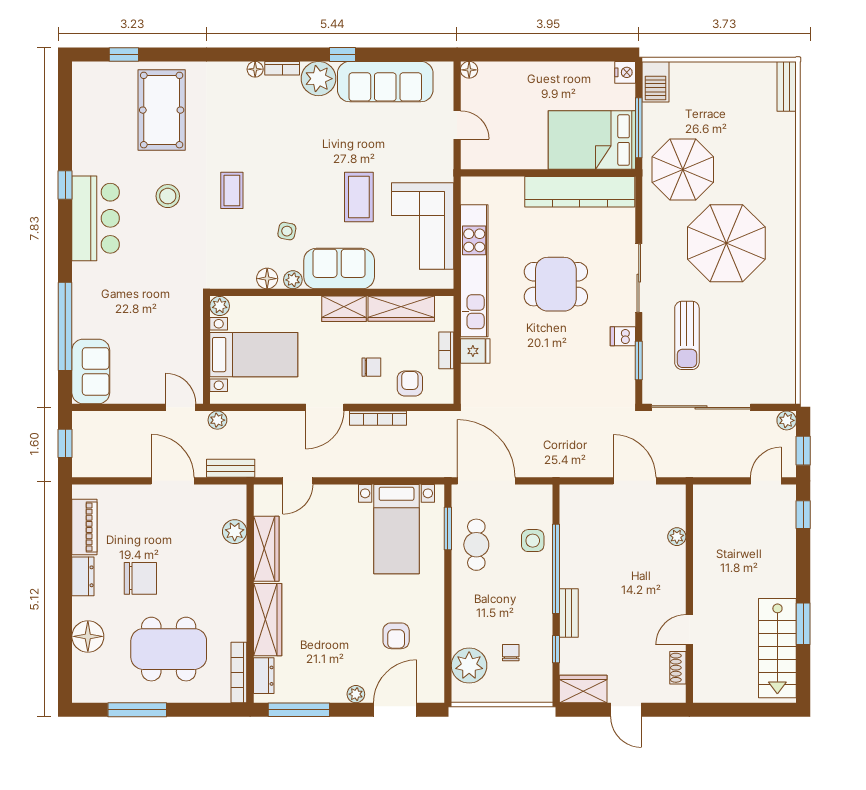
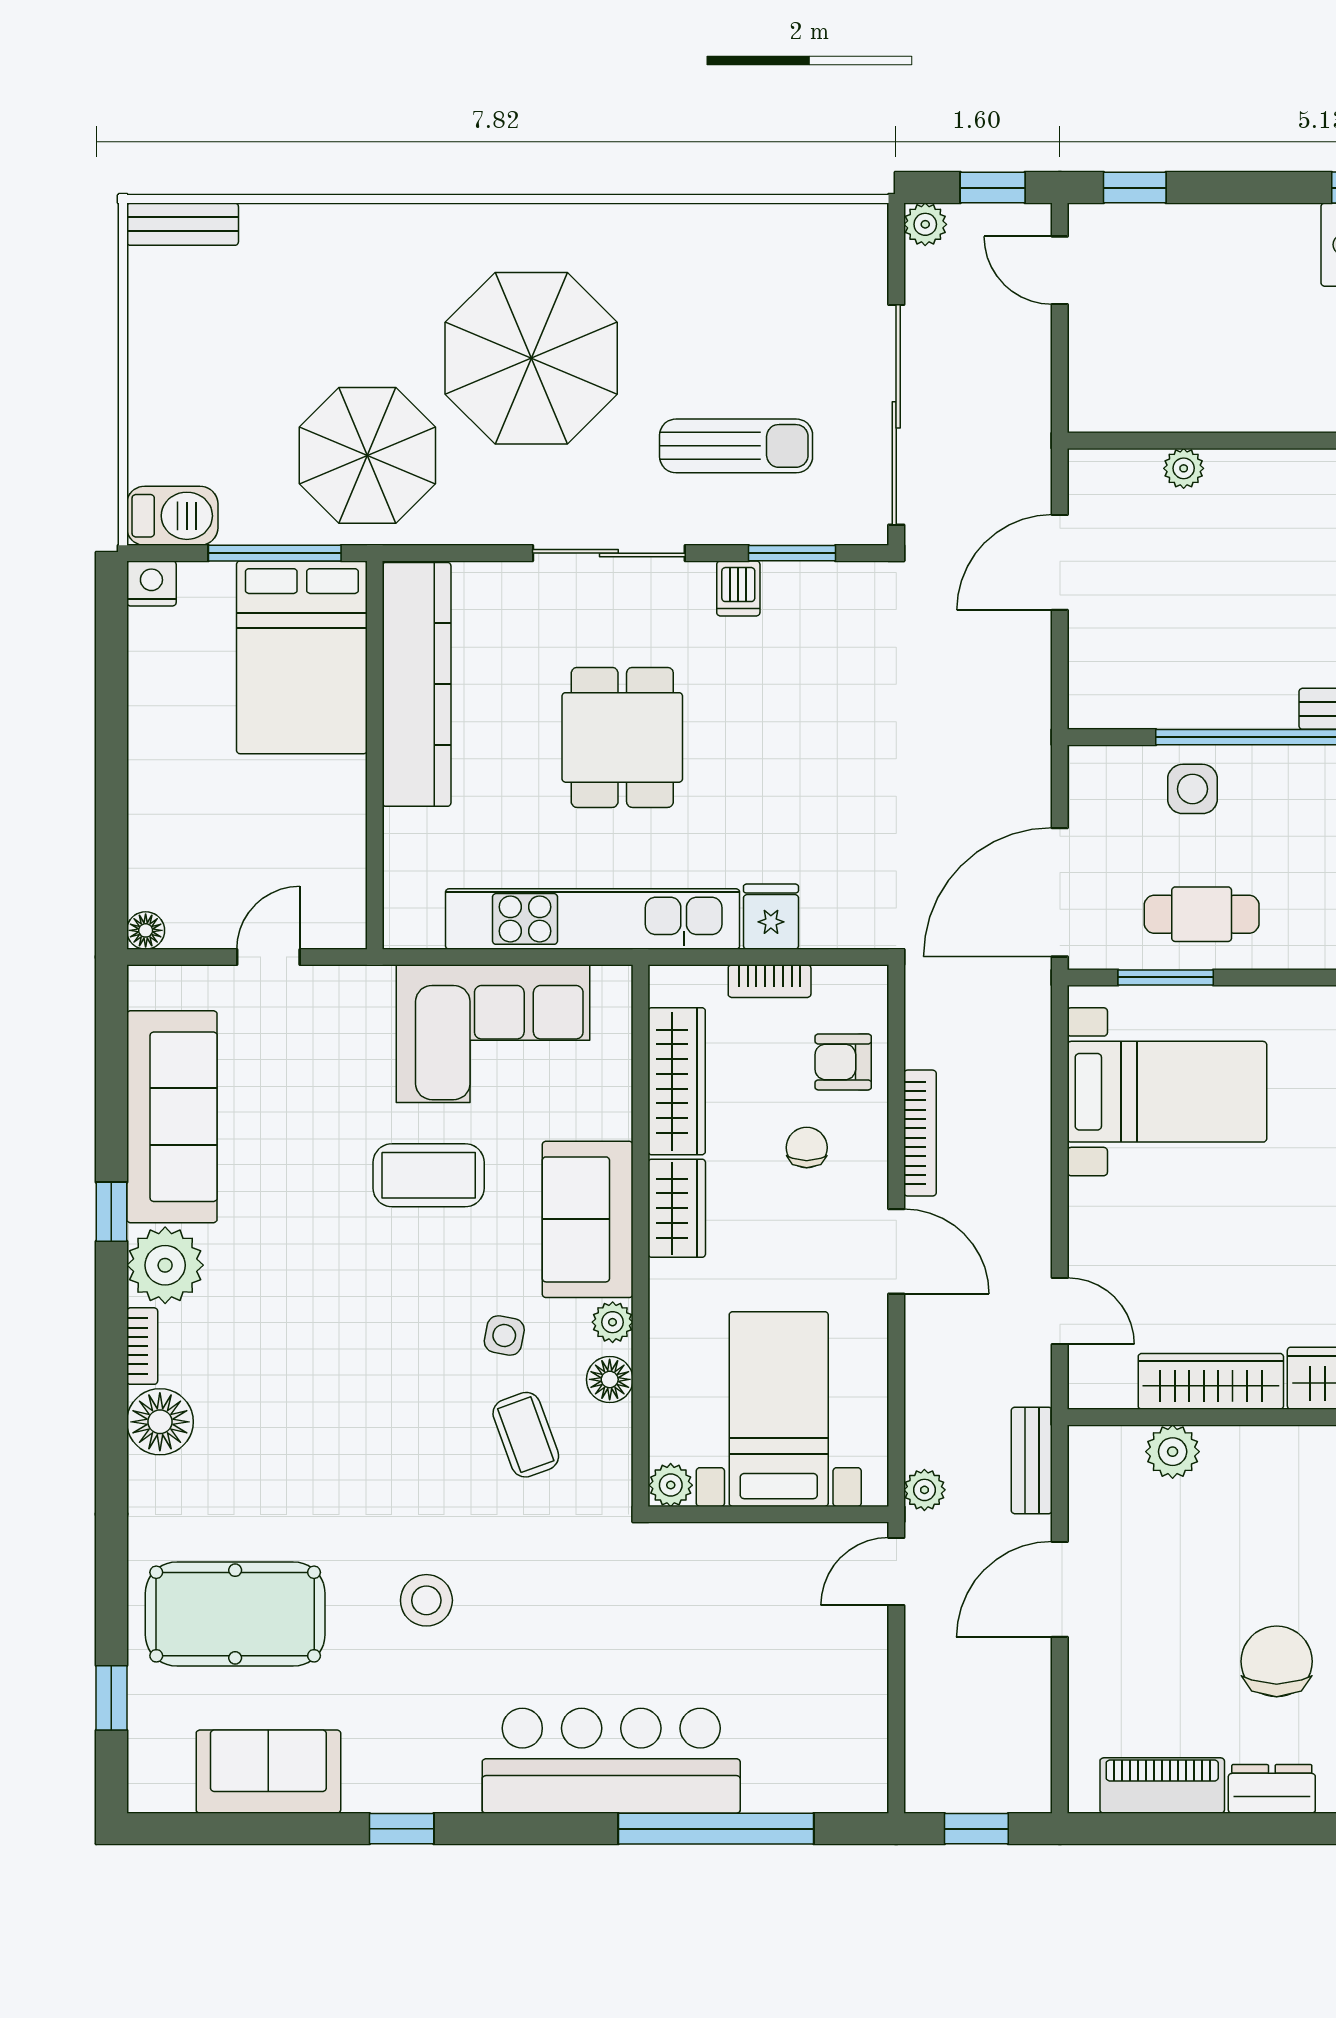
floor lamp: (255, 69) -> (160, 1422), width x1.89, depth x1.89
coffee table: (232, 190) -> (526, 1435), moved, turned 70
bar counter: (96, 218) -> (611, 1761), moved, width x1.36
sofa: (91, 371) -> (268, 1772), moved

